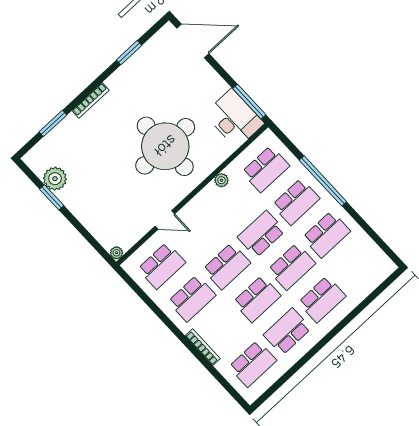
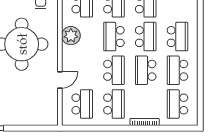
plant: (221, 180) -> (71, 36), width x1.88, depth x1.88
plant: (116, 253) -> (54, 121), removed
school desk: (257, 299) -> (146, 70), turned 180
school desk: (253, 364) -> (177, 104), turned 180

